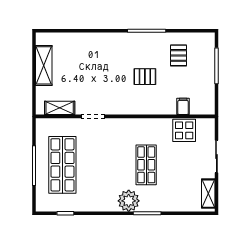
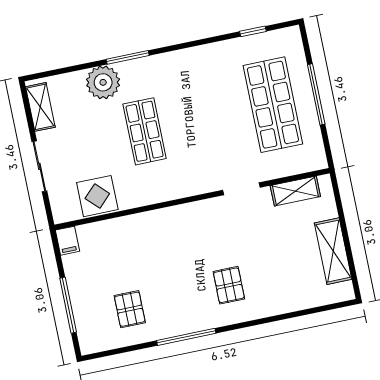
pallet: (145, 77) -> (229, 285), moved, turned 90
filing cabinet: (183, 106) -> (67, 241), moved
plant: (129, 201) -> (103, 82), moved

